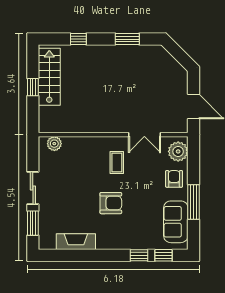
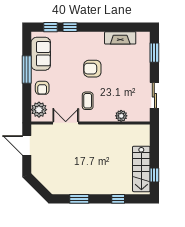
window: (33, 87) -> (154, 175), moved
plant: (54, 144) -> (121, 116), moved
sliding door: (33, 188) -> (154, 95), moved

